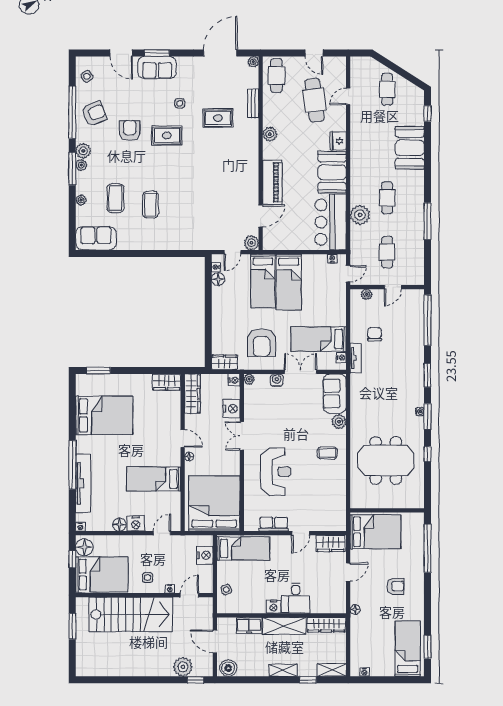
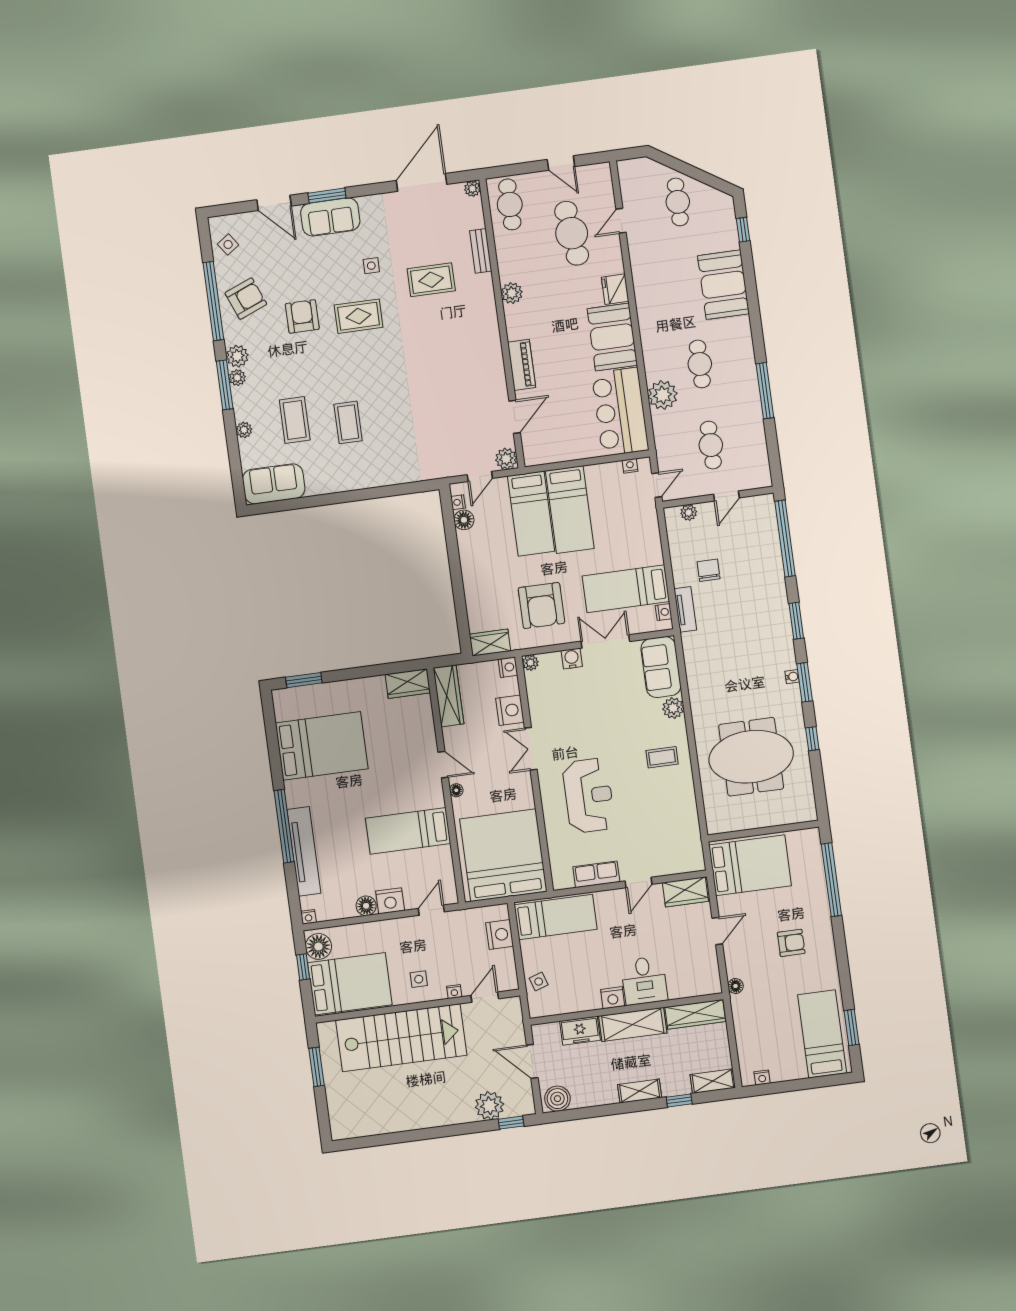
piano: (272, 182) -> (522, 365), width x0.73, depth x0.75

